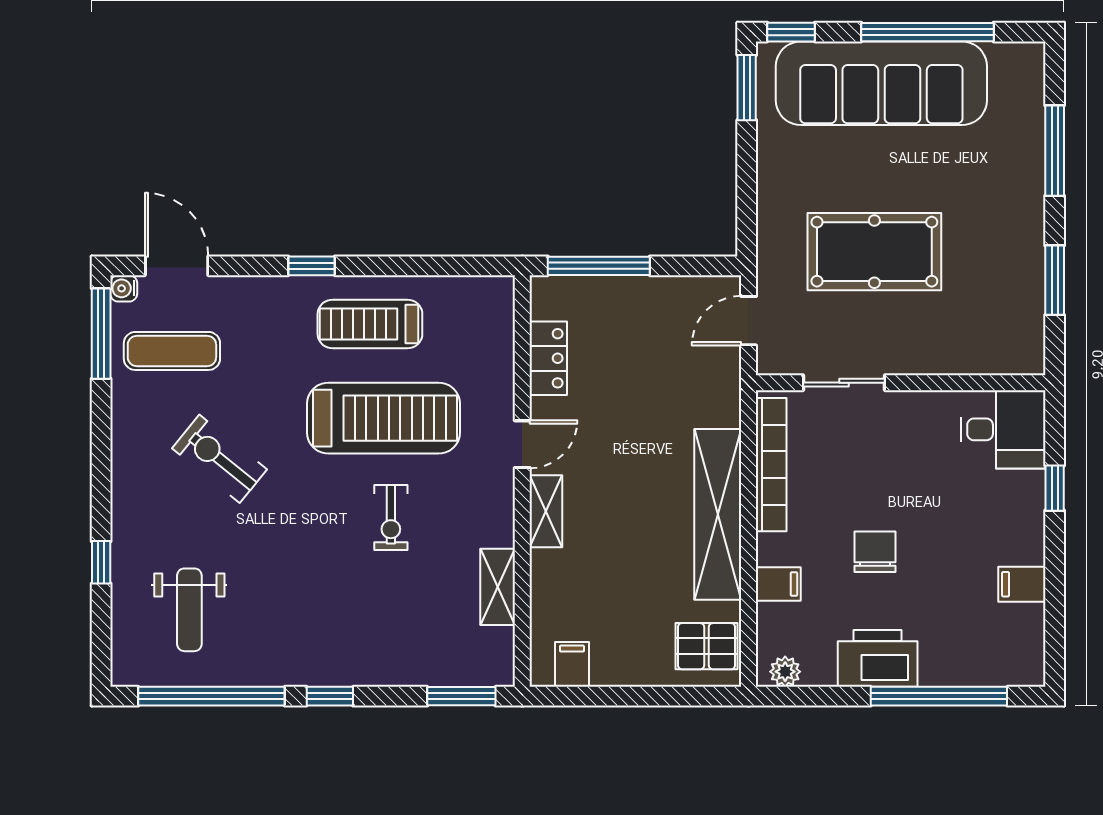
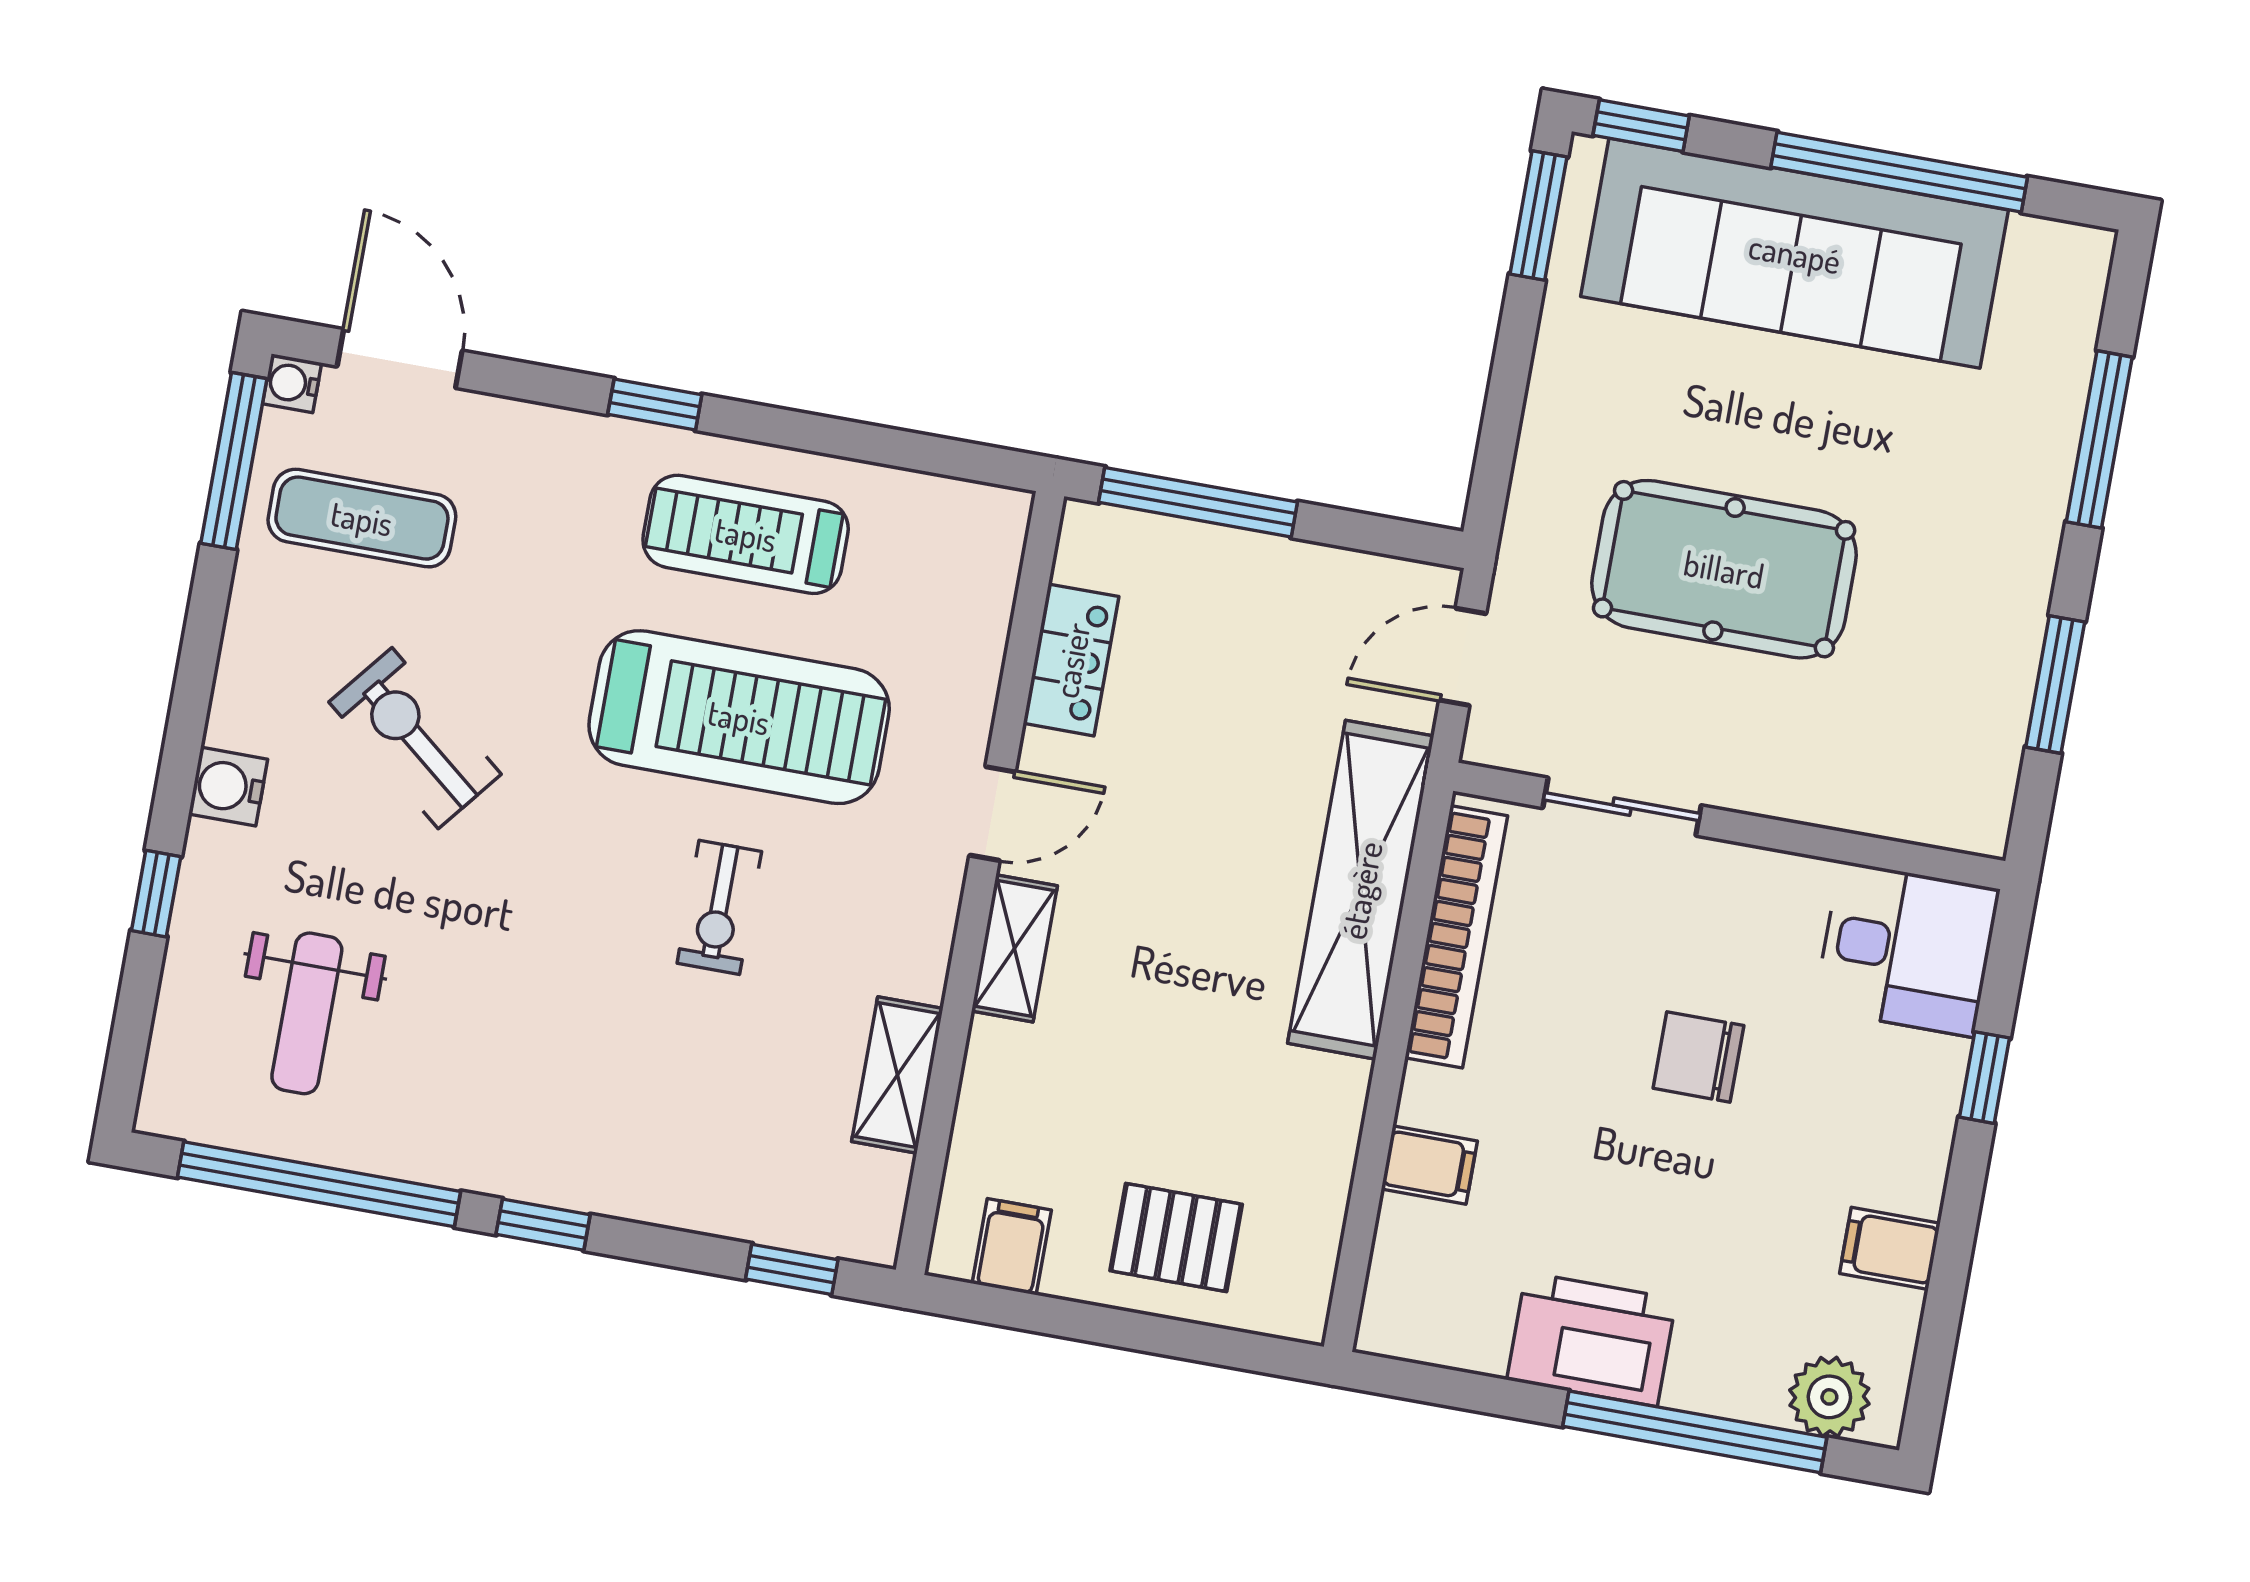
water cooler: (128, 501) -> (228, 787), added
shelving: (718, 514) -> (1361, 890), moved
chair: (875, 552) -> (1698, 1057), moved, turned -90
pallet: (706, 646) -> (1176, 1237), moved
plant: (785, 672) -> (1829, 1397), moved, width x1.38, depth x1.38
window: (461, 696) -> (792, 1269), width x0.67

